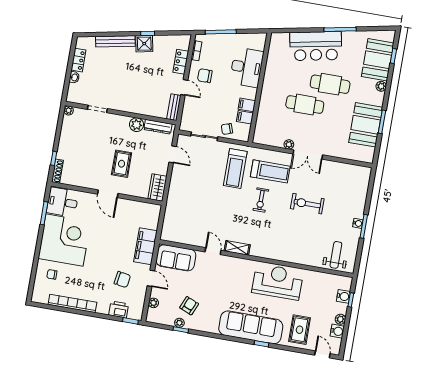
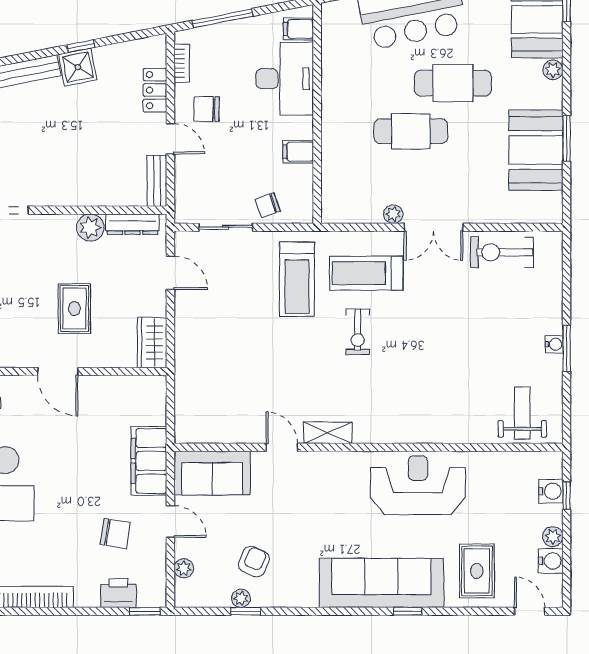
filing cabinet: (245, 117) -> (299, 29), moved
treadmill: (270, 171) -> (366, 273), turned 180
exercise bike: (307, 204) -> (502, 252), moved

